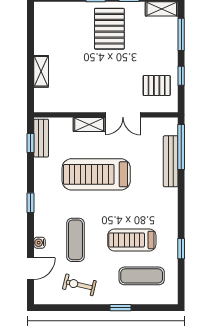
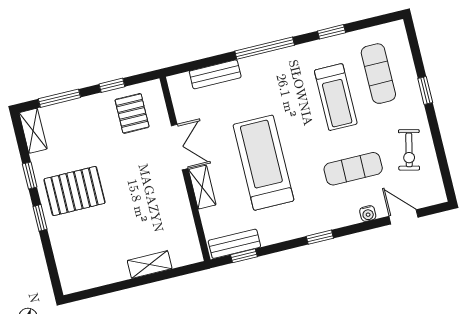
window: (181, 147) -> (265, 48), moved
bench: (171, 161) -> (215, 74), width x0.73
treadmill: (96, 174) -> (263, 163), turned 180

